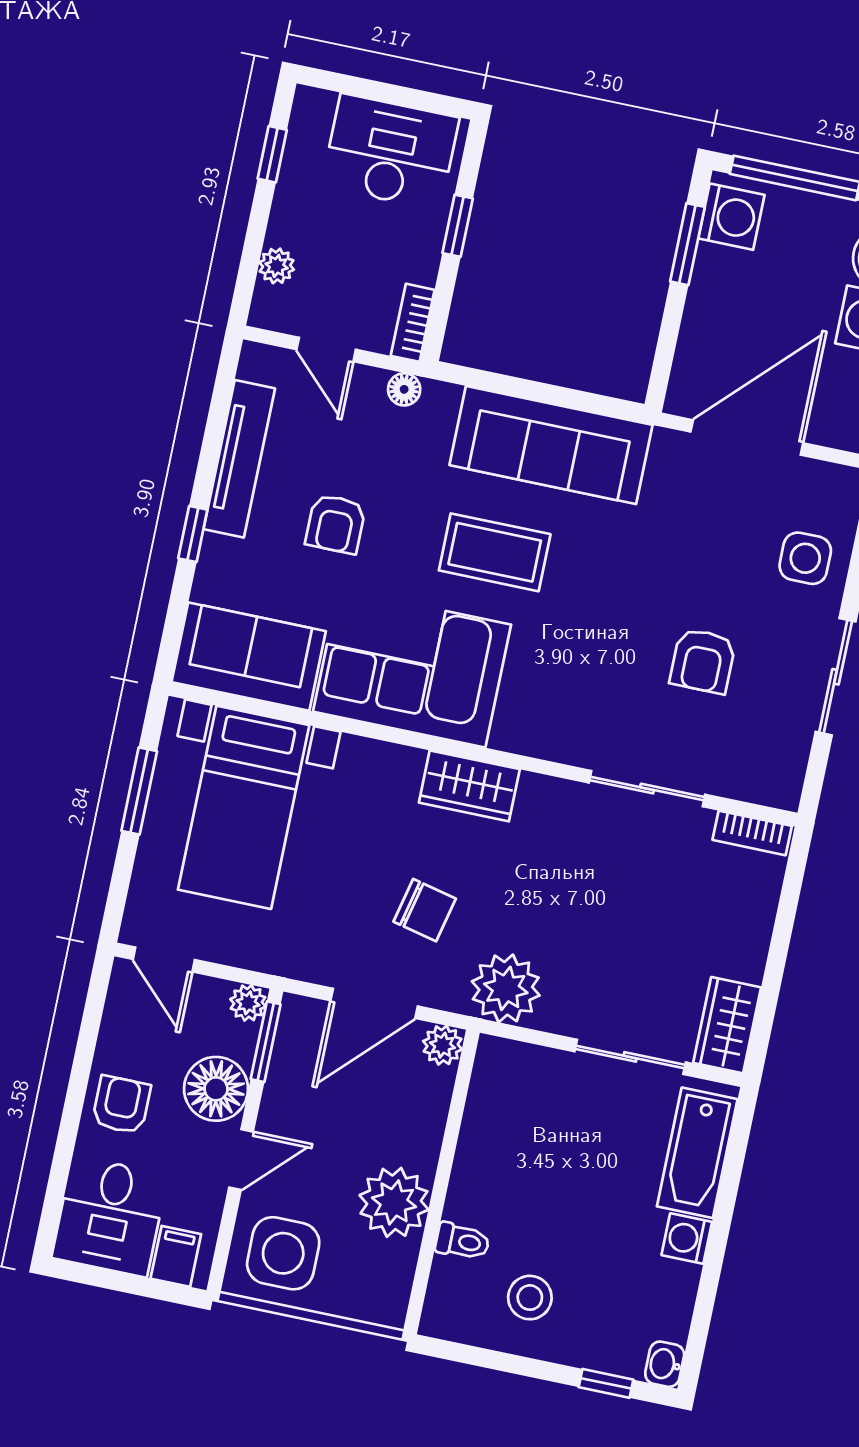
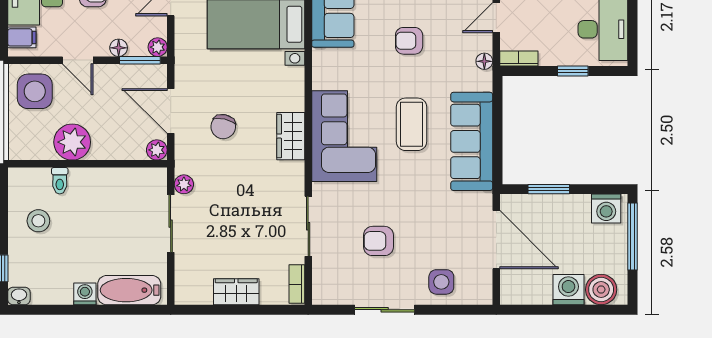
window: (687, 244) -> (549, 189), moved
corner sofa: (412, 668) -> (344, 136), moved
plant: (506, 988) -> (184, 184), width x0.53, depth x0.53
wardrobe: (727, 1025) -> (236, 292), moved
sliding door: (630, 1057) -> (171, 224), moved
floor lamp: (216, 1089) -> (119, 48), width x0.53, depth x0.53

